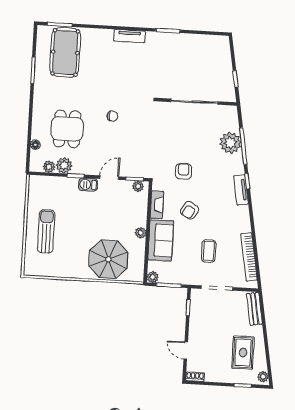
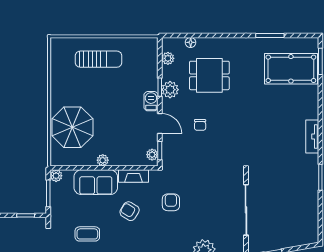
chair: (112, 116) -> (200, 125), moved
plant: (64, 165) -> (170, 90), moved
armchair: (184, 171) -> (171, 202), turned -90

